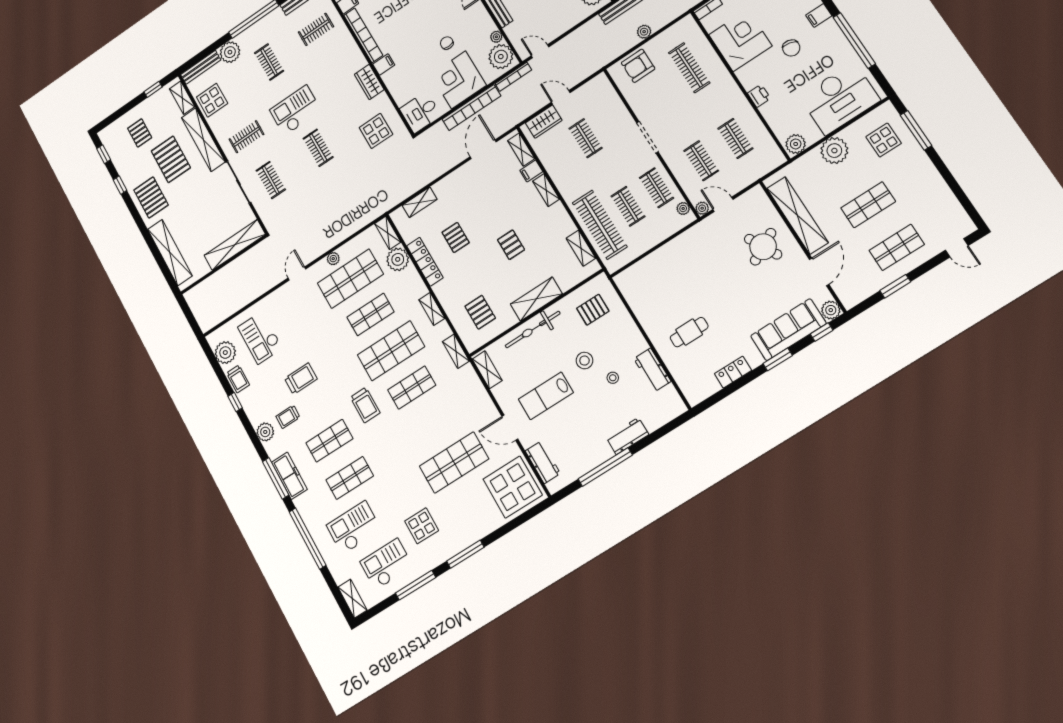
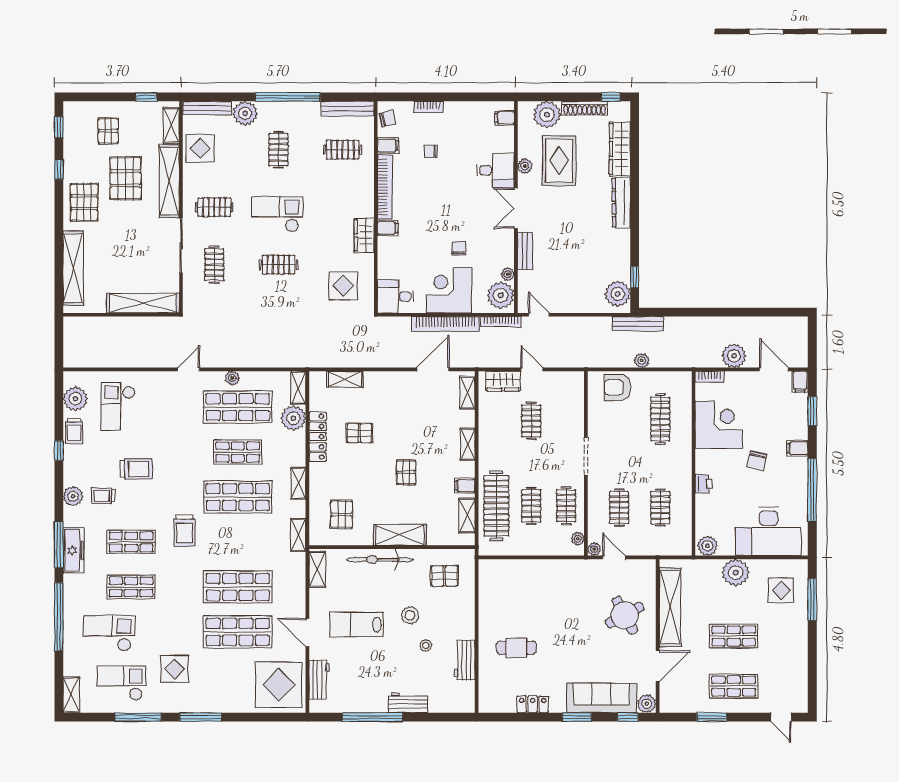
clothes rail: (318, 148) -> (278, 265), turned 90
filing cabinet: (531, 171) -> (465, 486), moved
pallet: (456, 237) -> (359, 433), turned 90
shop shelf: (412, 388) -> (238, 587), moved, width x1.43, depth x1.36

